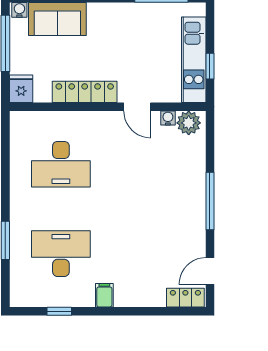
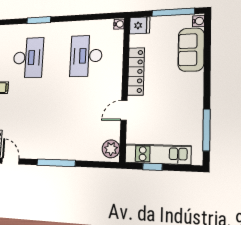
water cooler: (168, 118) -> (119, 24), moved

